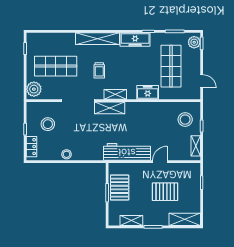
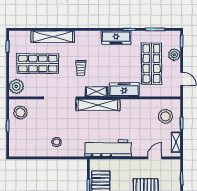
shelving: (98, 39) -> (53, 37), moved
plant: (194, 42) -> (174, 55), moved
freezer: (148, 92) -> (124, 90), width x1.40
shelving: (110, 108) -> (98, 105), width x1.47
stool: (48, 124) -> (20, 113), moved
locker: (32, 147) -> (14, 143), removed
stool: (67, 154) -> (57, 142), moved
door: (160, 162) -> (155, 158), moved

